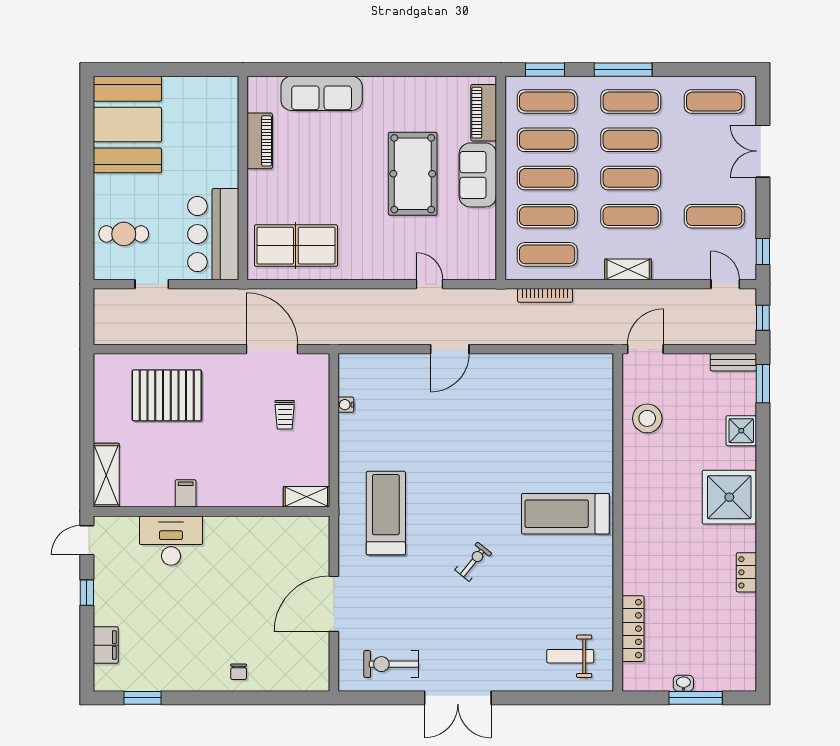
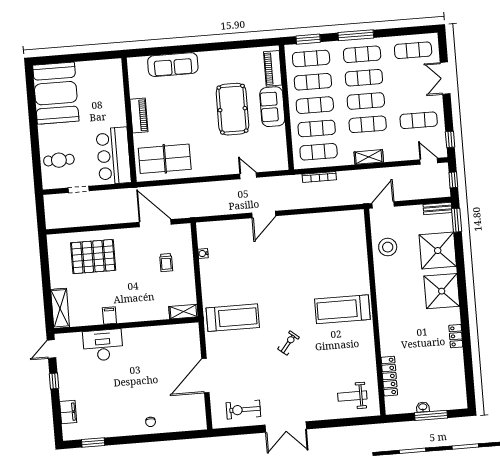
piano: (260, 141) -> (139, 115), moved
shower: (741, 431) -> (438, 251), width x1.86, depth x1.86
treadmill: (386, 513) -> (233, 318), turned 90

